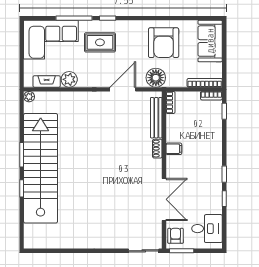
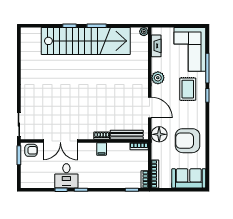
plant: (69, 79) -> (158, 78), moved
desk: (207, 229) -> (66, 176), moved

